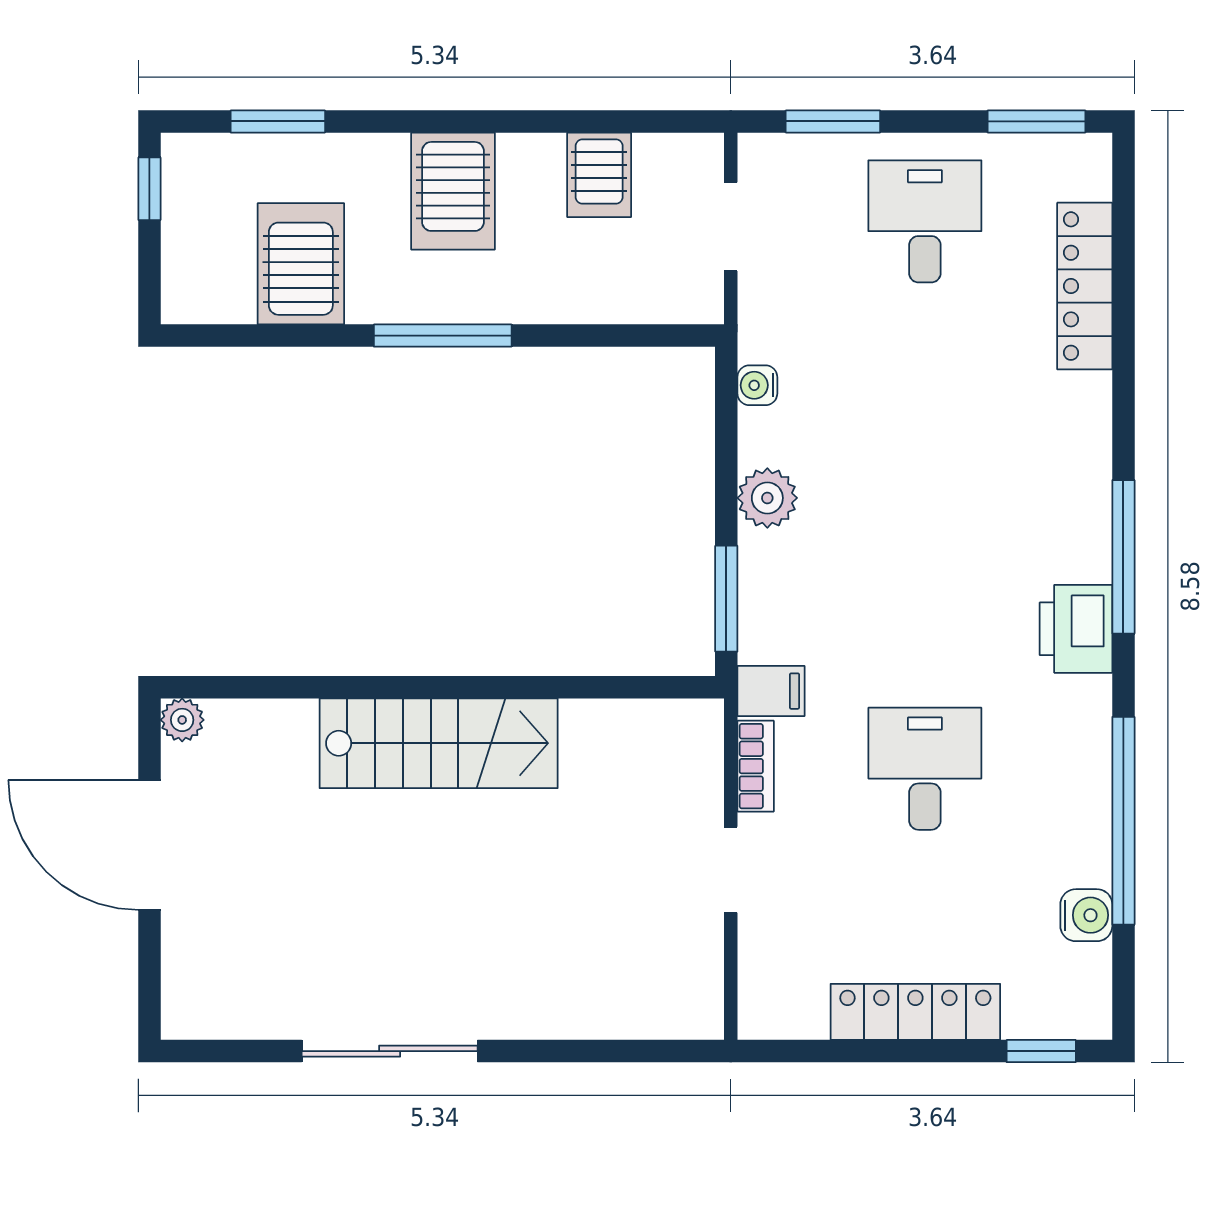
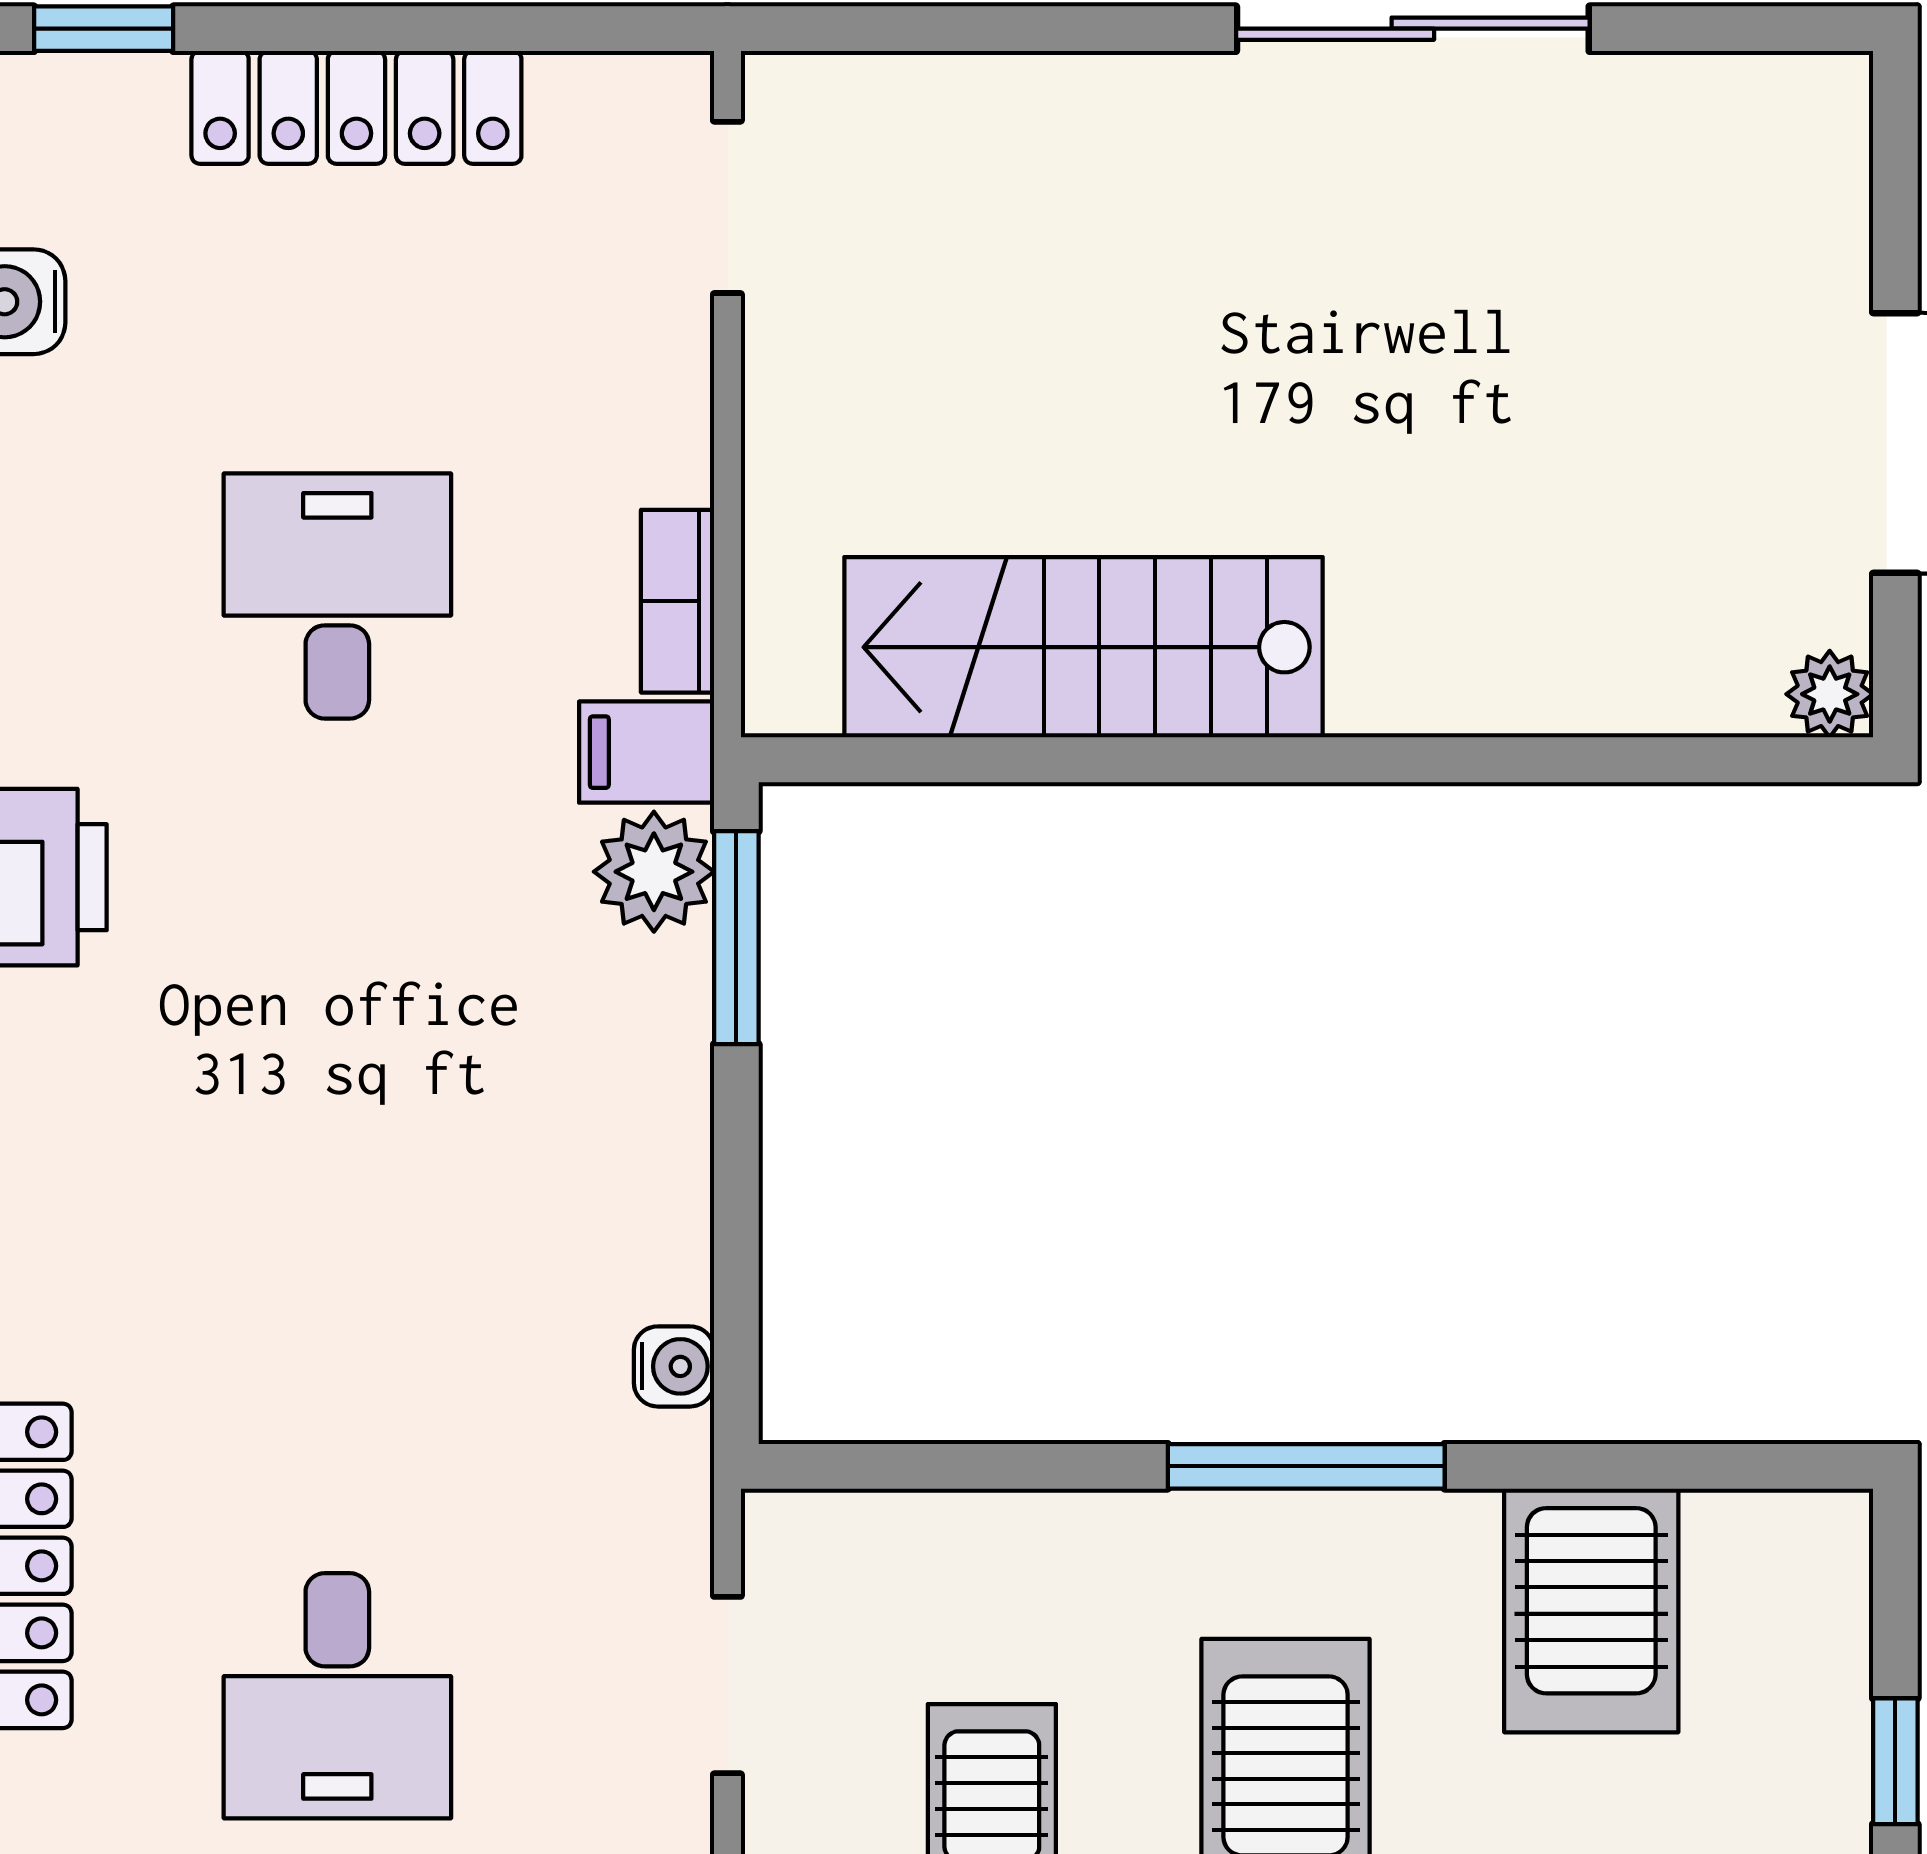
plant: (767, 498) -> (654, 872), moved
stairs: (439, 743) -> (1084, 647), moved
desk: (925, 769) -> (337, 596), turned 180
doorway: (731, 870) -> (727, 207), moved

